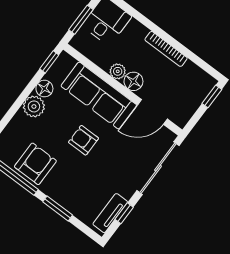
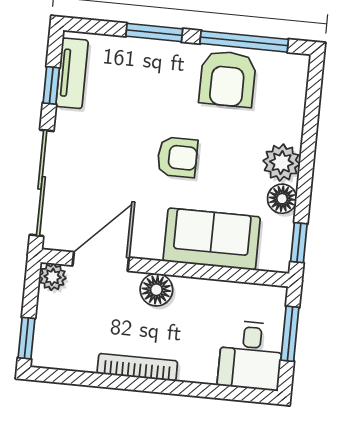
plant: (118, 71) -> (53, 277), moved
sofa: (99, 96) -> (212, 239), width x0.73

